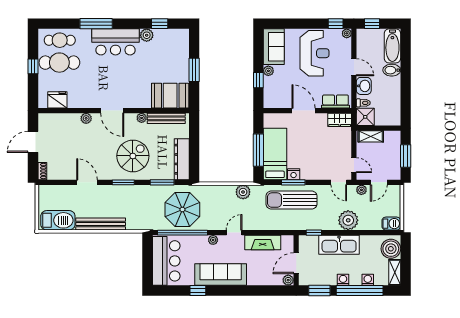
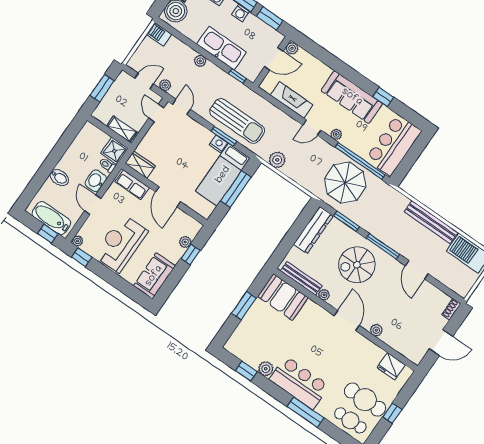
bathtub: (392, 46) -> (51, 218), moved, turned -90
plant: (268, 71) -> (185, 242), moved
window: (123, 182) -> (383, 246), width x1.44
plant: (348, 220) -> (200, 61), width x0.53, depth x0.53

